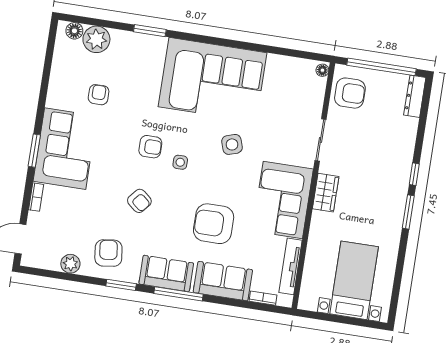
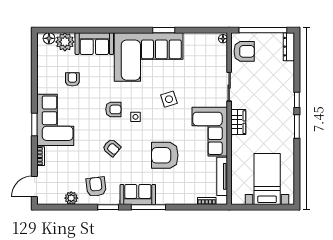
window: (150, 31) -> (164, 30), moved
sofa: (223, 281) -> (94, 44), moved, turned 180

